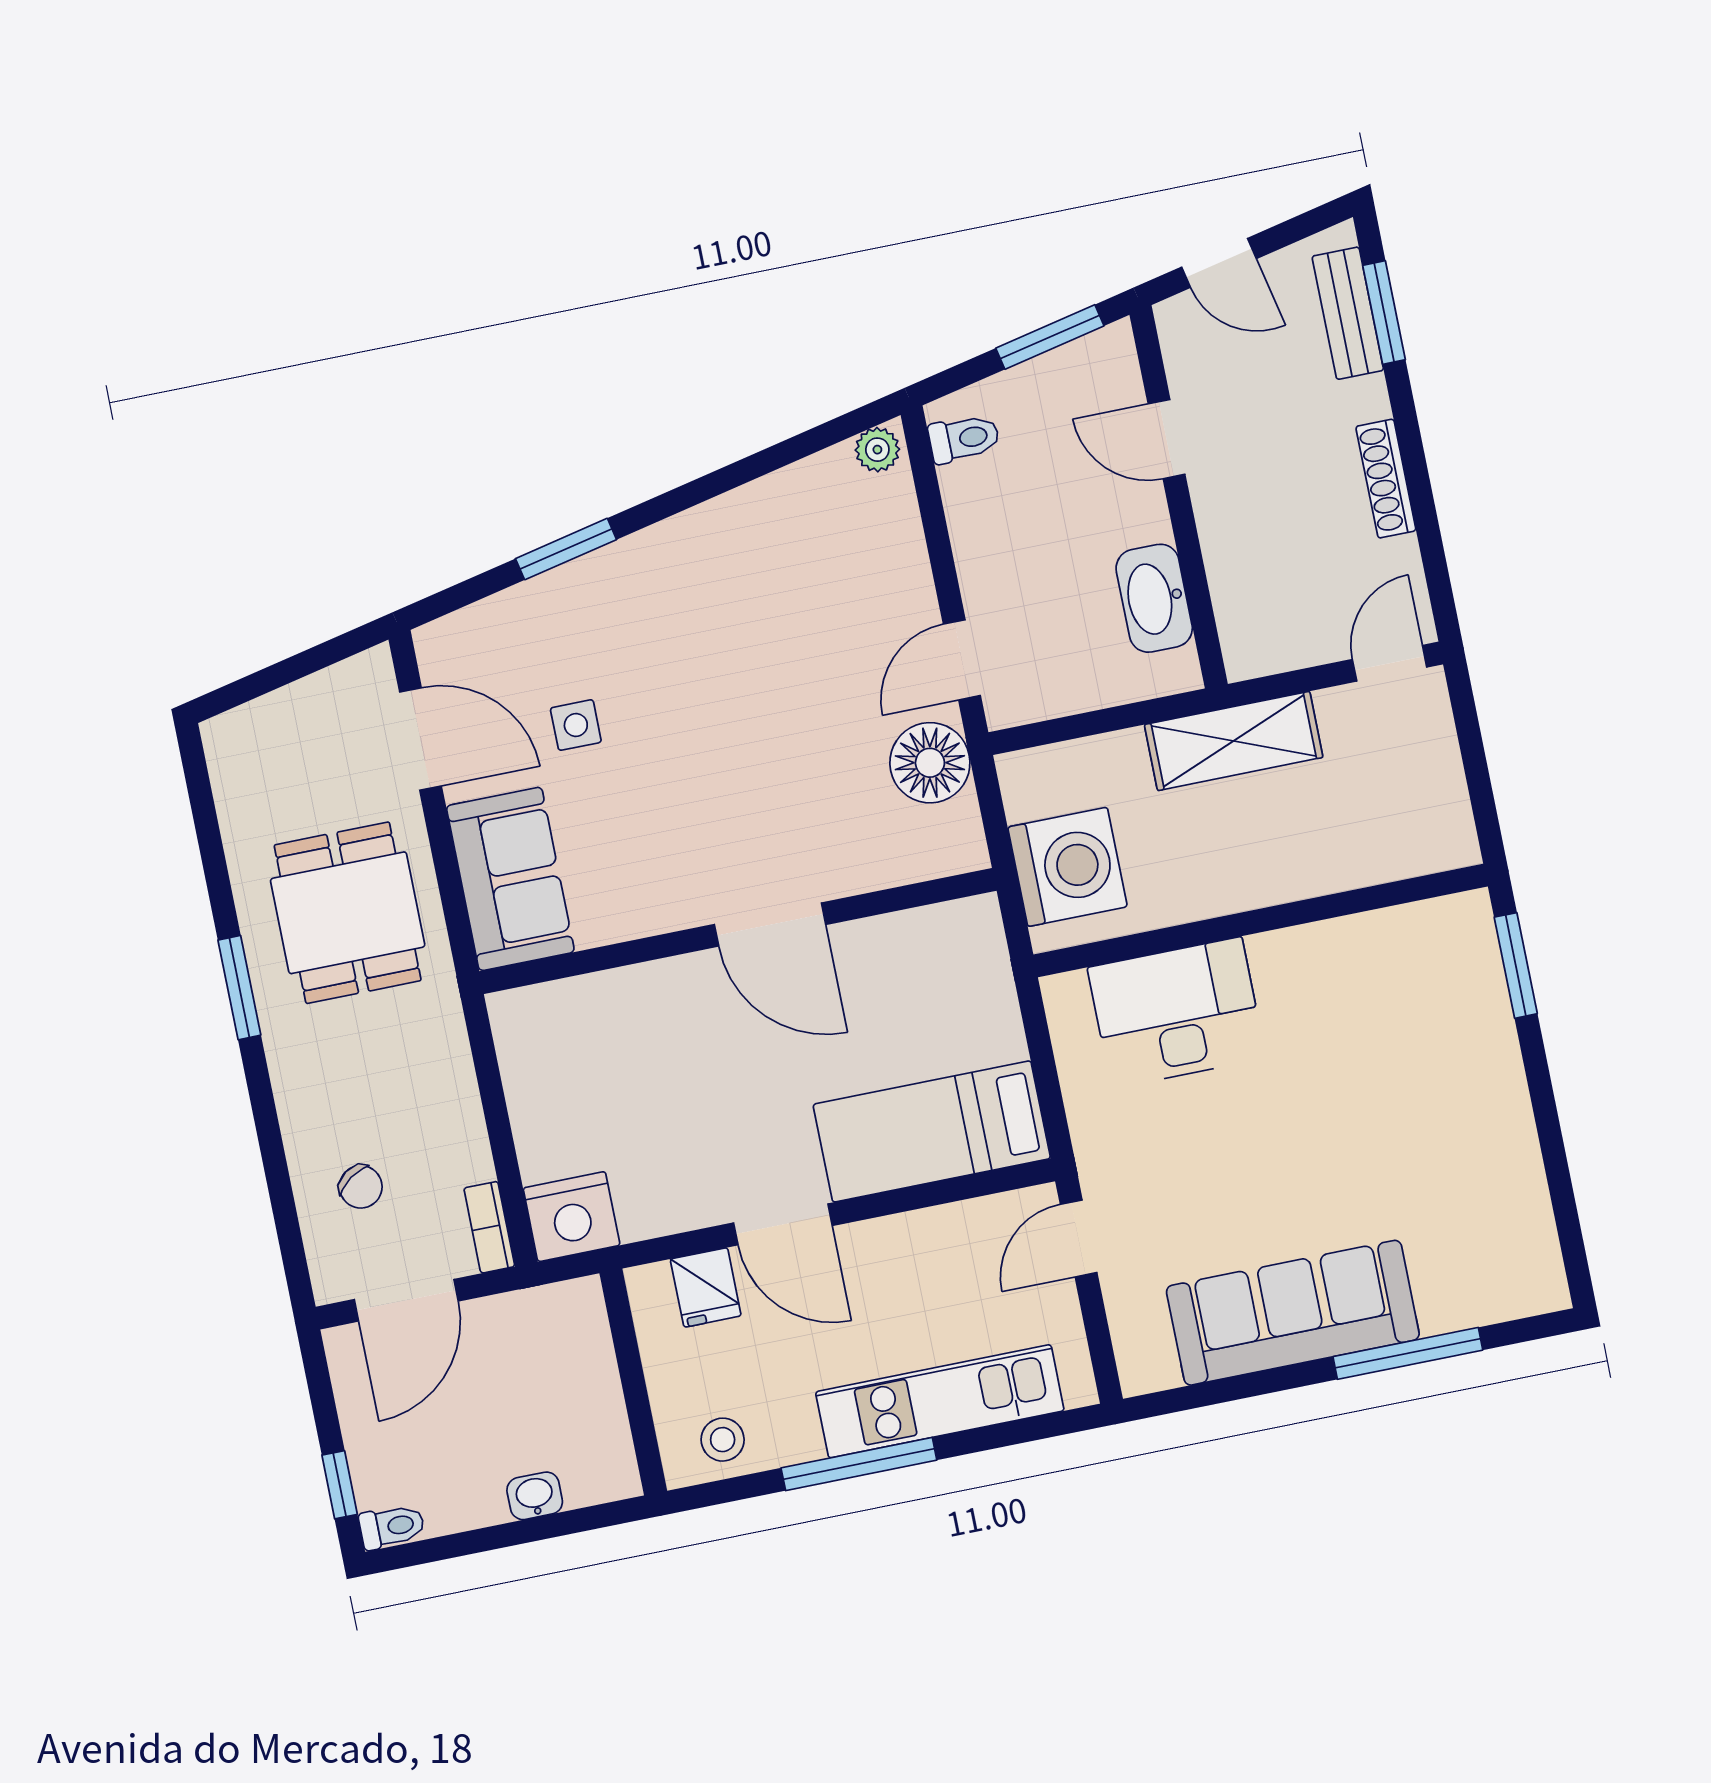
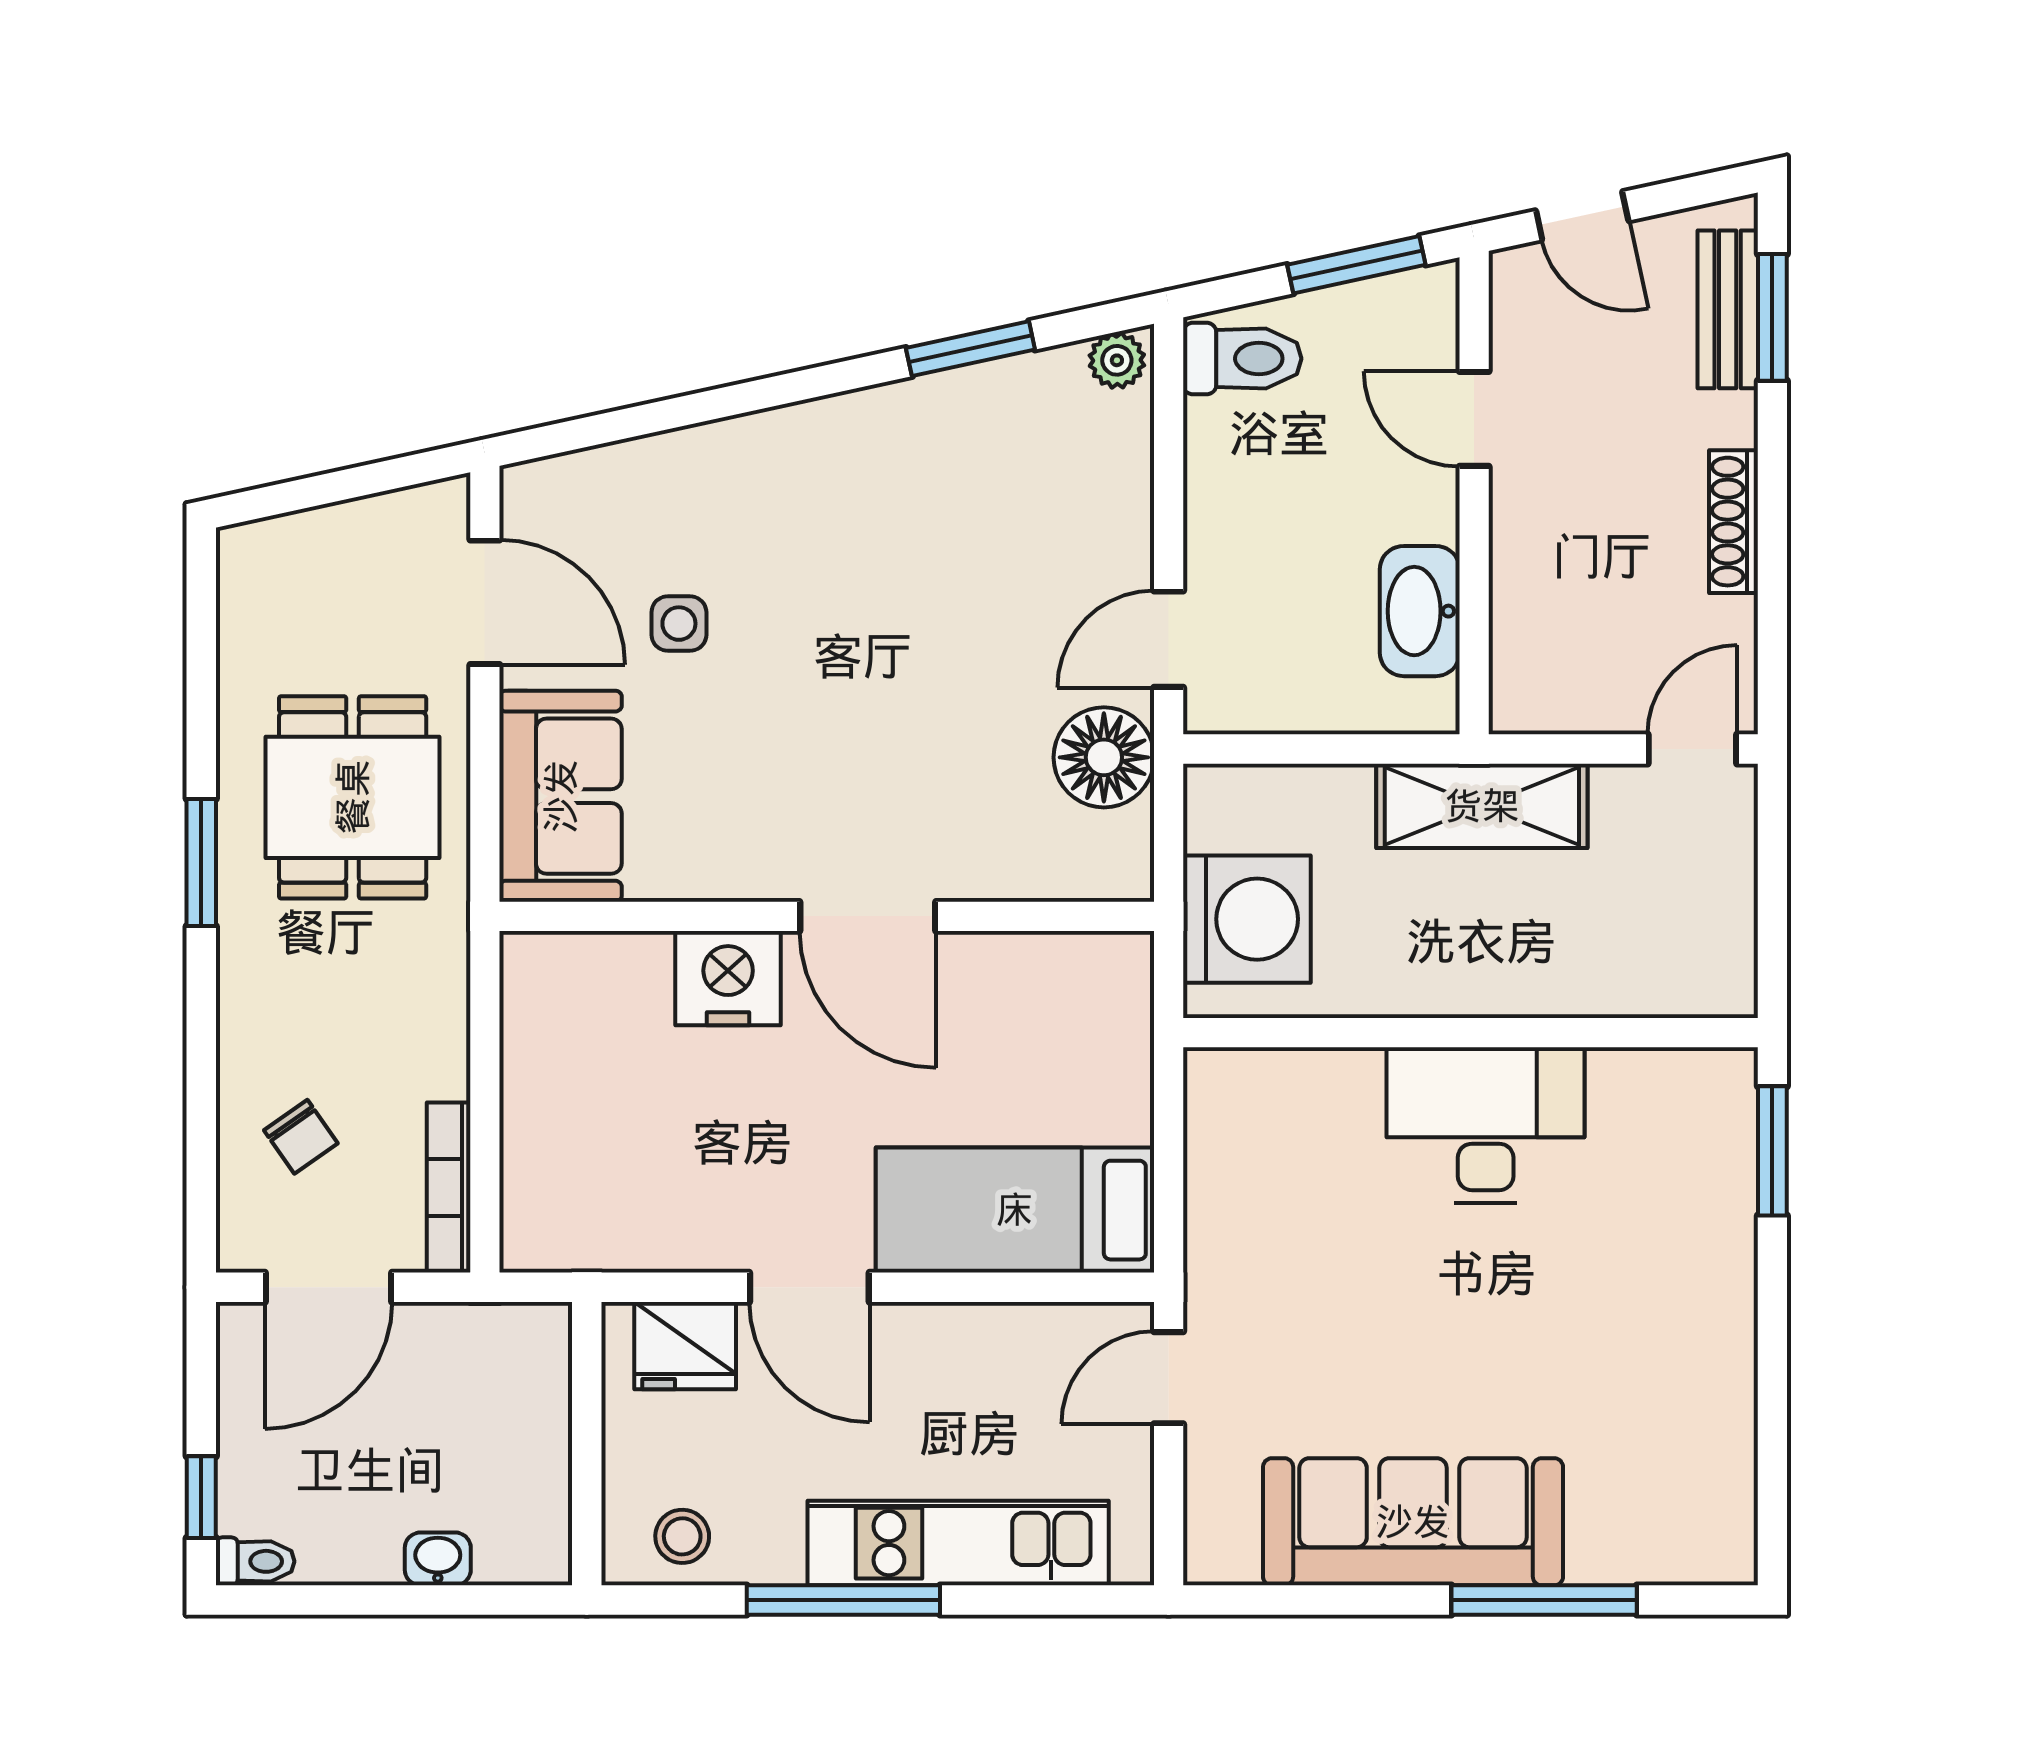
toilet: (964, 439) -> (1242, 359), width x1.37, depth x1.39
window: (566, 549) -> (970, 349), moved
desk: (1177, 1013) -> (1486, 1125), moved
nightstand: (572, 1217) -> (728, 978), moved, turned 180
bookcase: (489, 1227) -> (449, 1188), width x1.56
fridge: (706, 1287) -> (685, 1346), width x1.38

